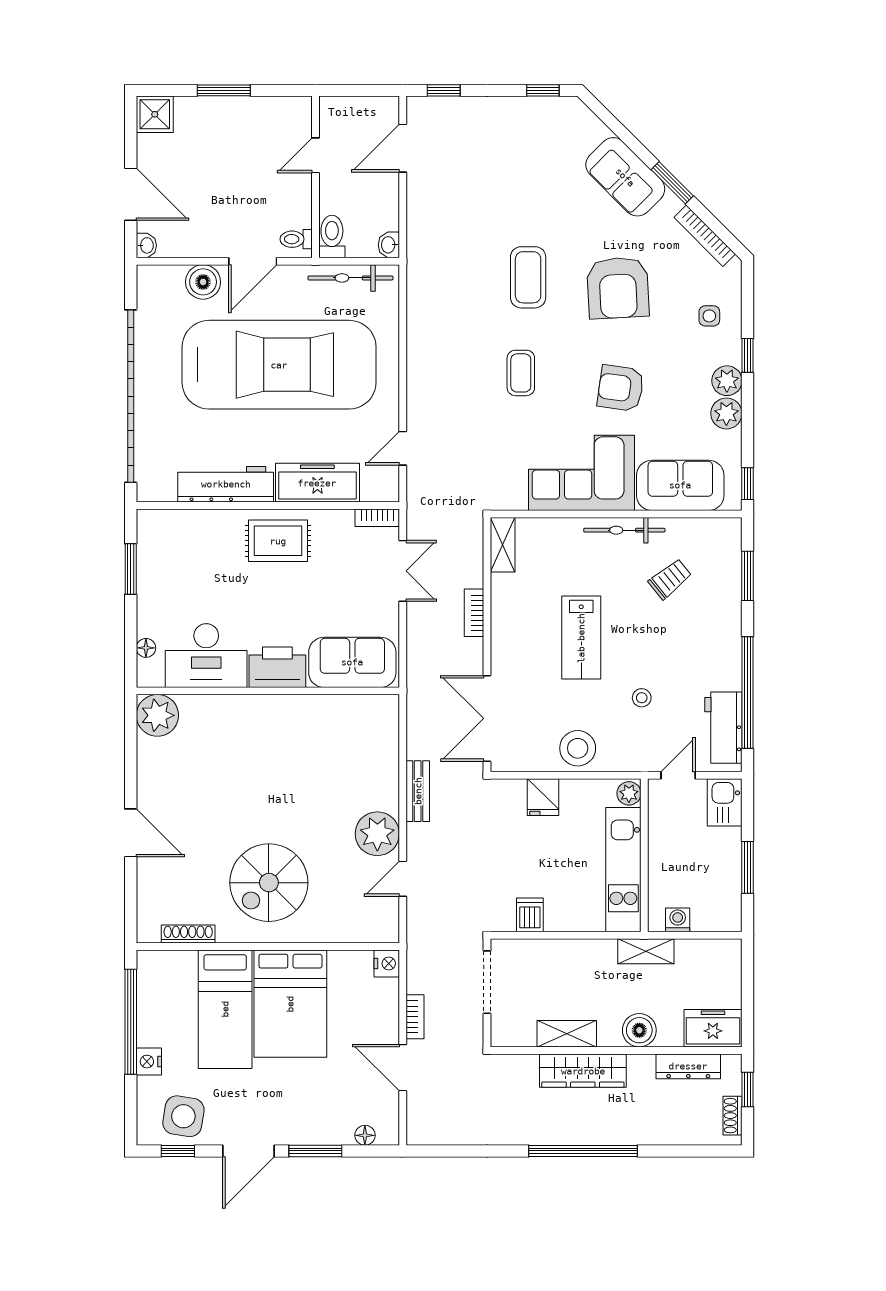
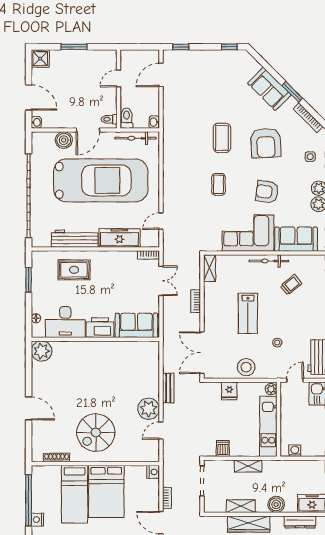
rug: (278, 541) -> (74, 270), moved
shelving: (646, 951) -> (248, 466), moved

